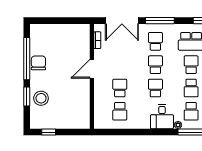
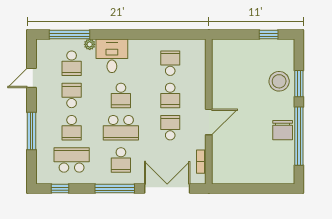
school desk: (120, 65) -> (170, 128), added
school desk: (155, 65) -> (121, 128), width x1.85
school desk: (191, 111) -> (72, 63), turned 180

